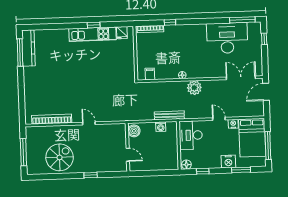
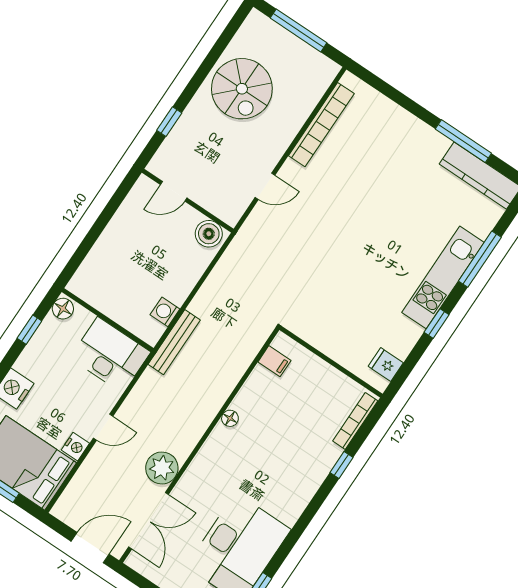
window: (59, 26) -> (480, 259), added
kitchen unit: (93, 34) -> (443, 277), moved
window: (20, 53) -> (463, 141), moved
plant: (194, 88) -> (162, 468), moved
door: (266, 92) -> (90, 548), hinge flipped
boiler: (134, 131) -> (209, 234), moved
wall: (127, 147) -> (188, 201), moved
door: (128, 155) -> (174, 191), moved

